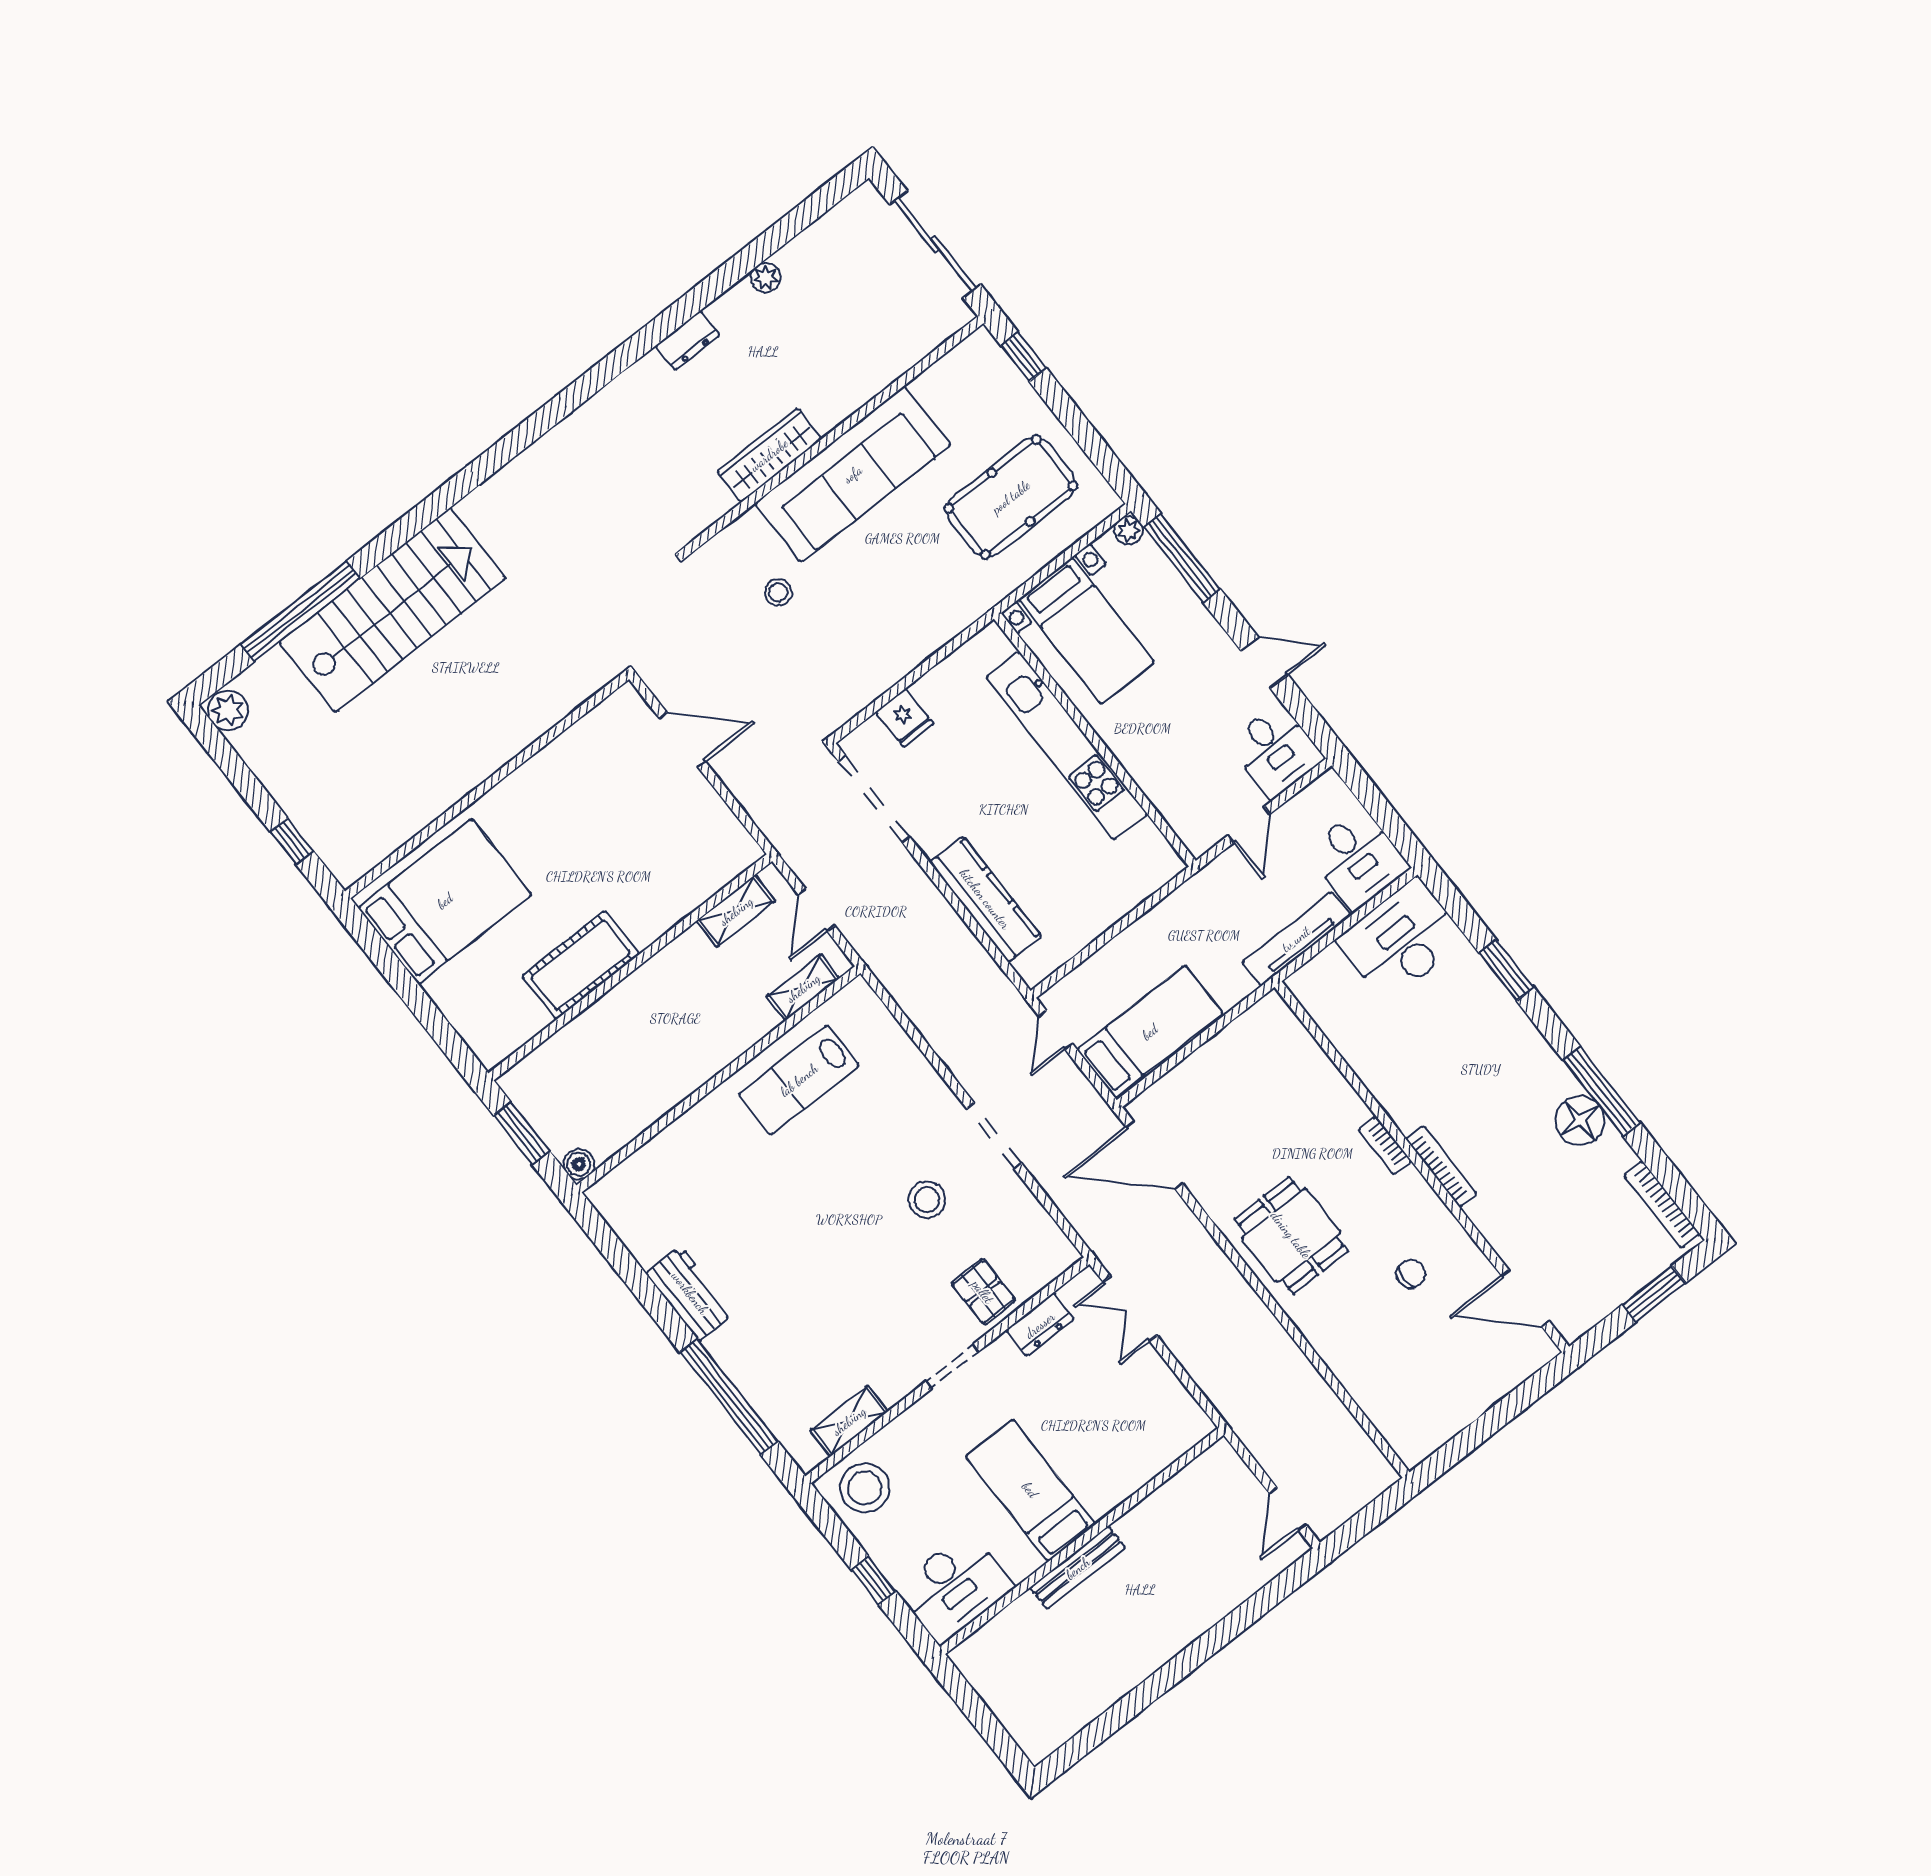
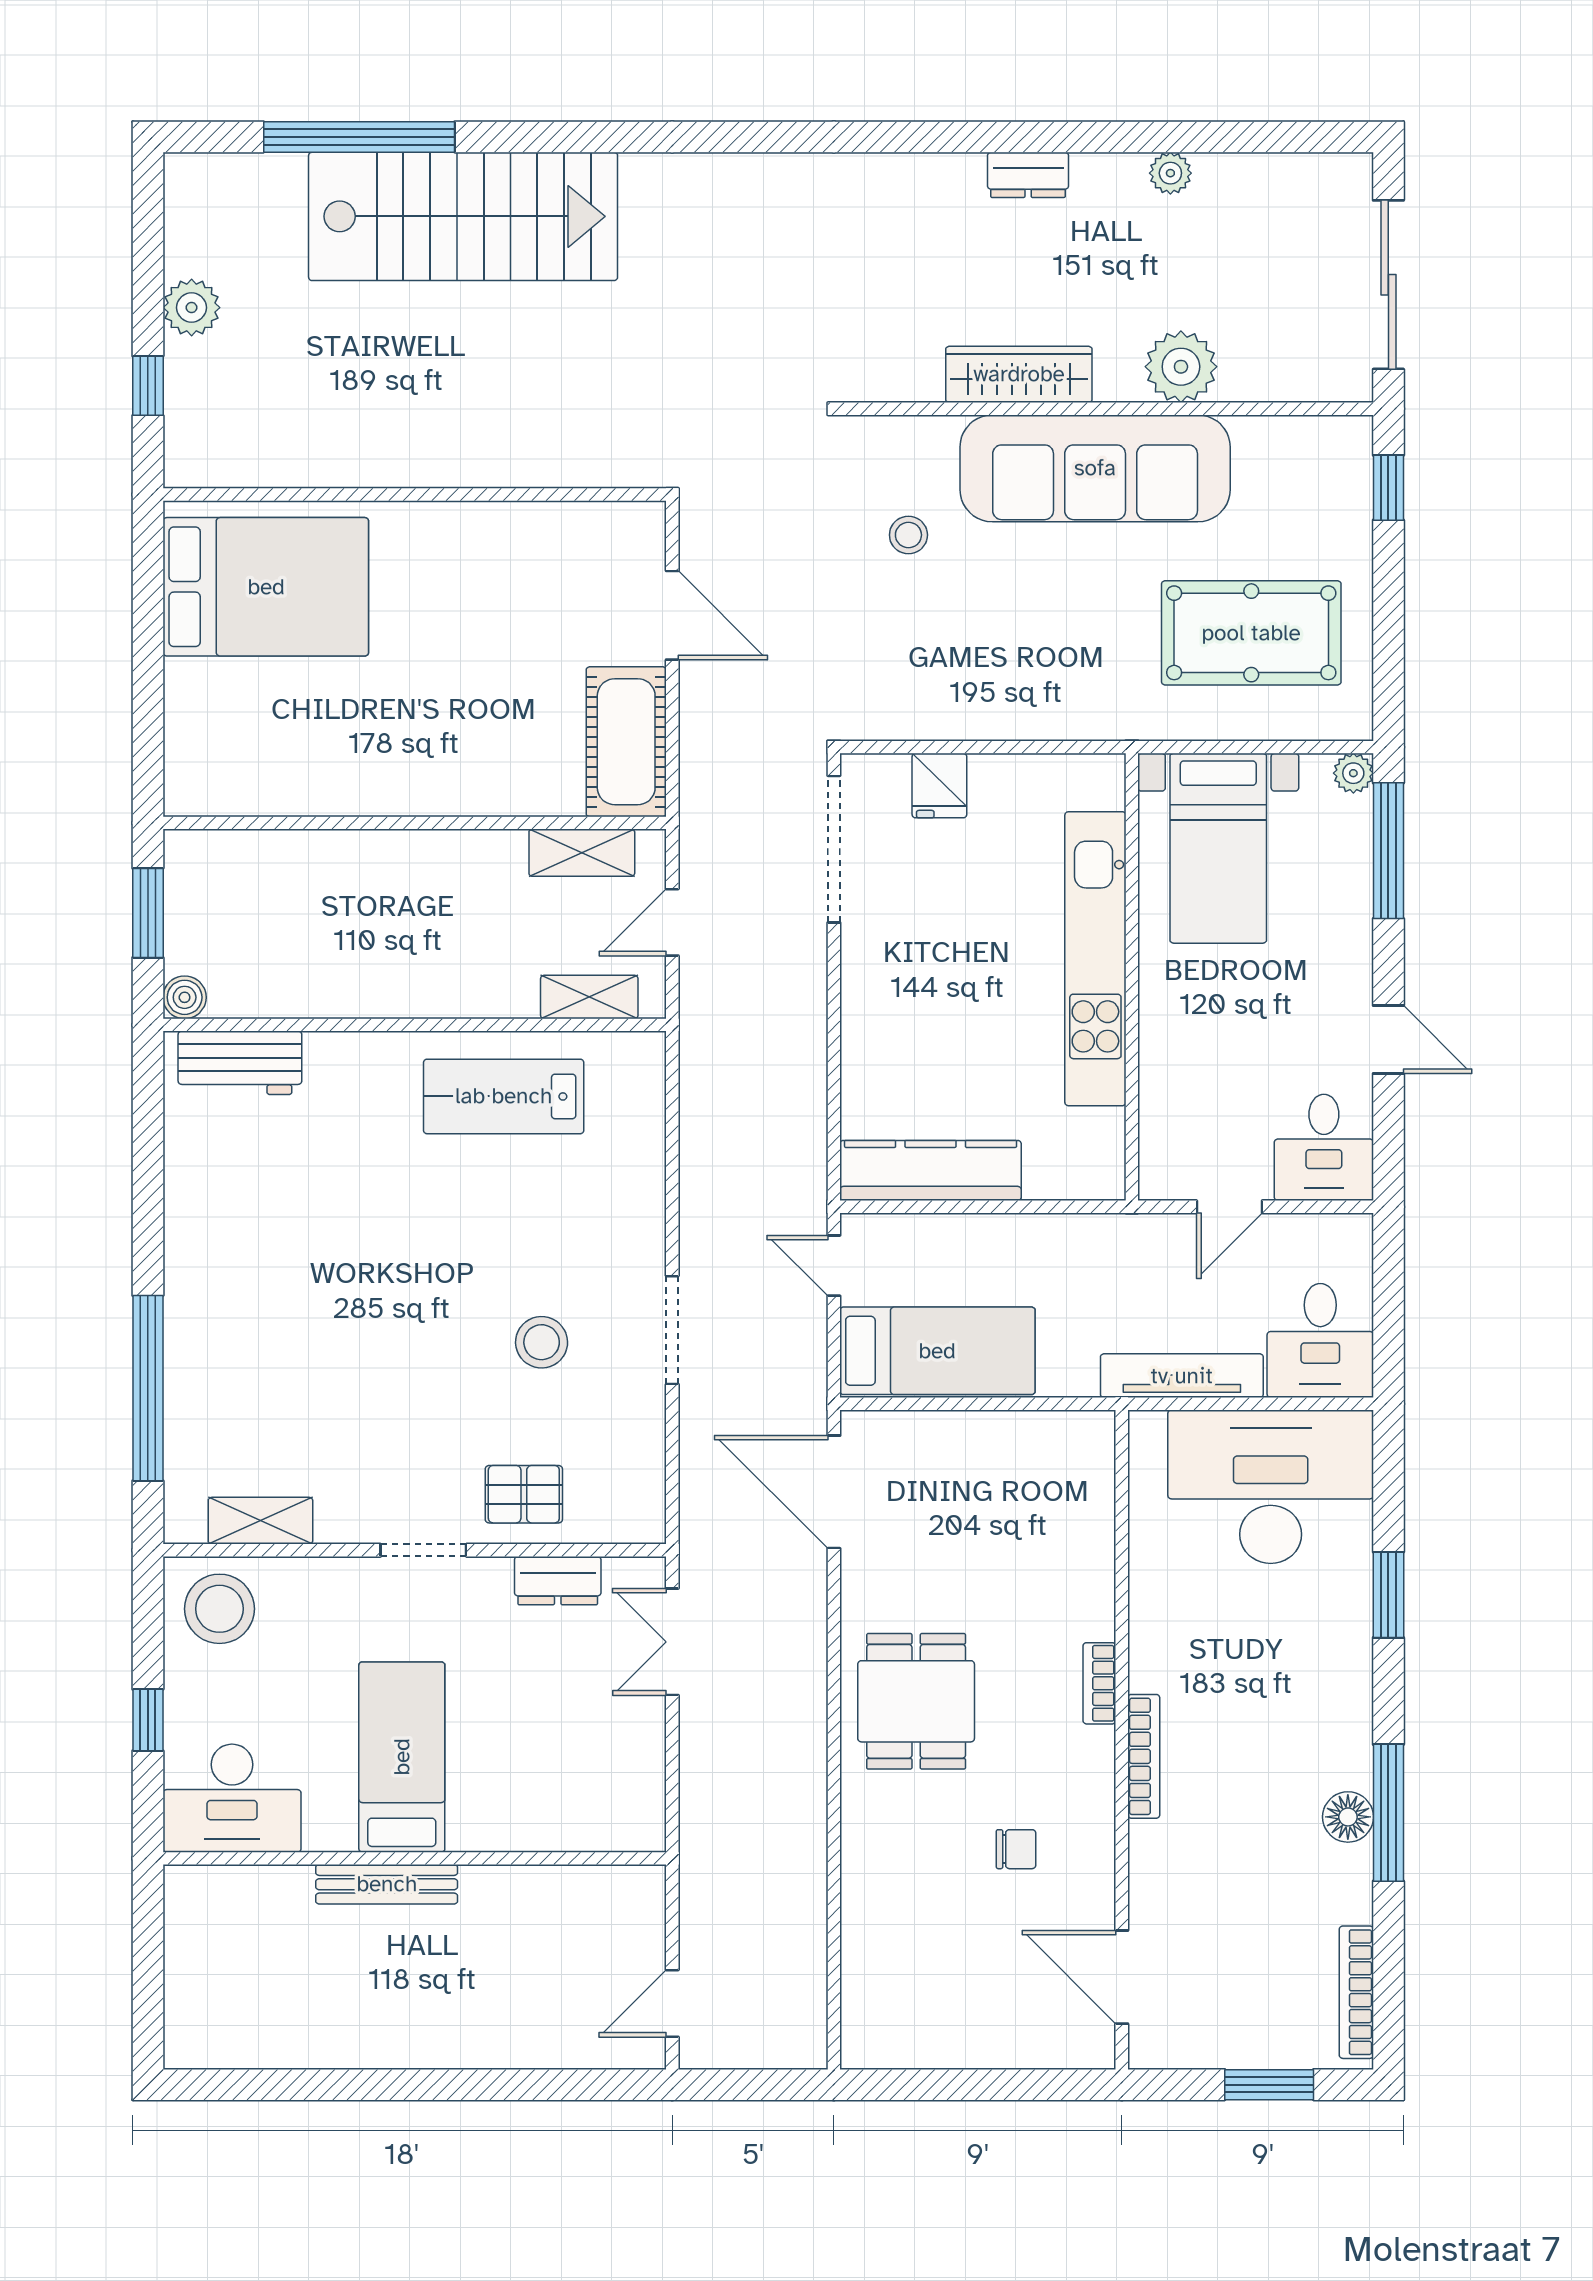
plant: (856, 380) -> (1181, 367), added
plant: (228, 710) -> (192, 308), moved
kitchen counter: (985, 899) -> (931, 1171), moved, turned -90
desk: (1401, 940) -> (1271, 1487), width x1.36, depth x1.30
cot: (581, 965) -> (626, 742), moved, turned 90
door: (1056, 1030) -> (834, 1266), hinge flipped
floor lamp: (1580, 1120) -> (1348, 1817), width x0.73, depth x0.73
pallet: (983, 1292) -> (524, 1494), turned 90
workbench: (690, 1293) -> (240, 1063), moved, turned 90

